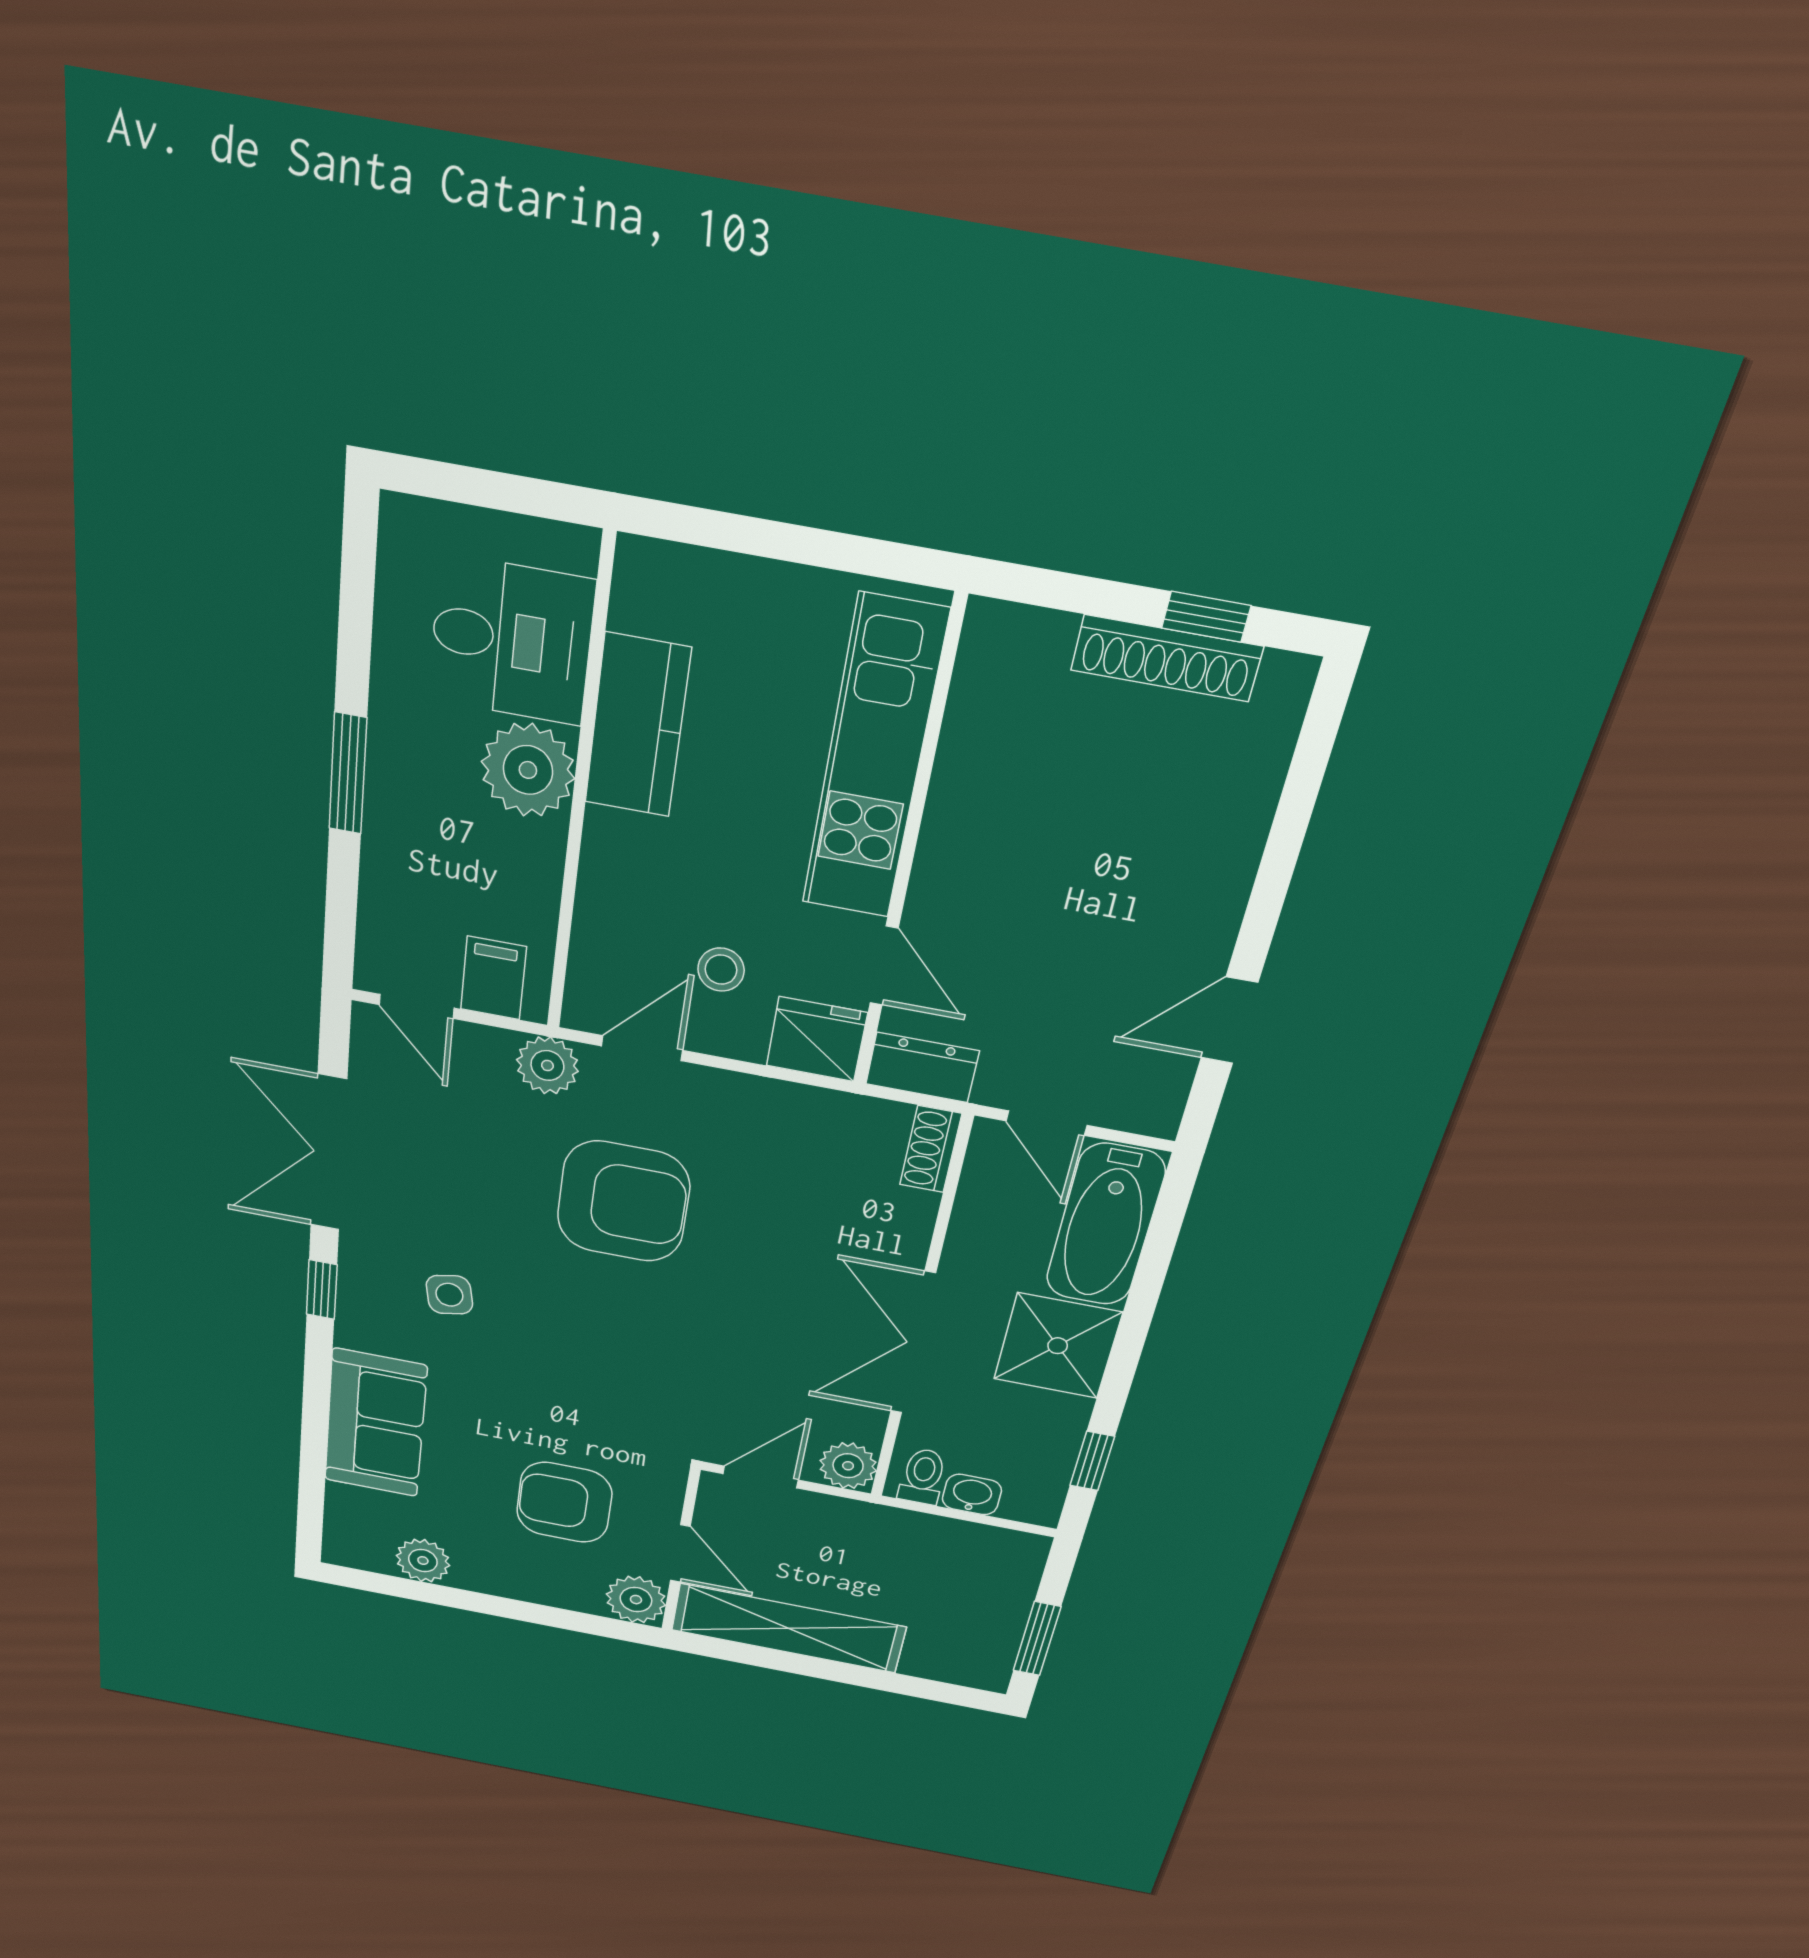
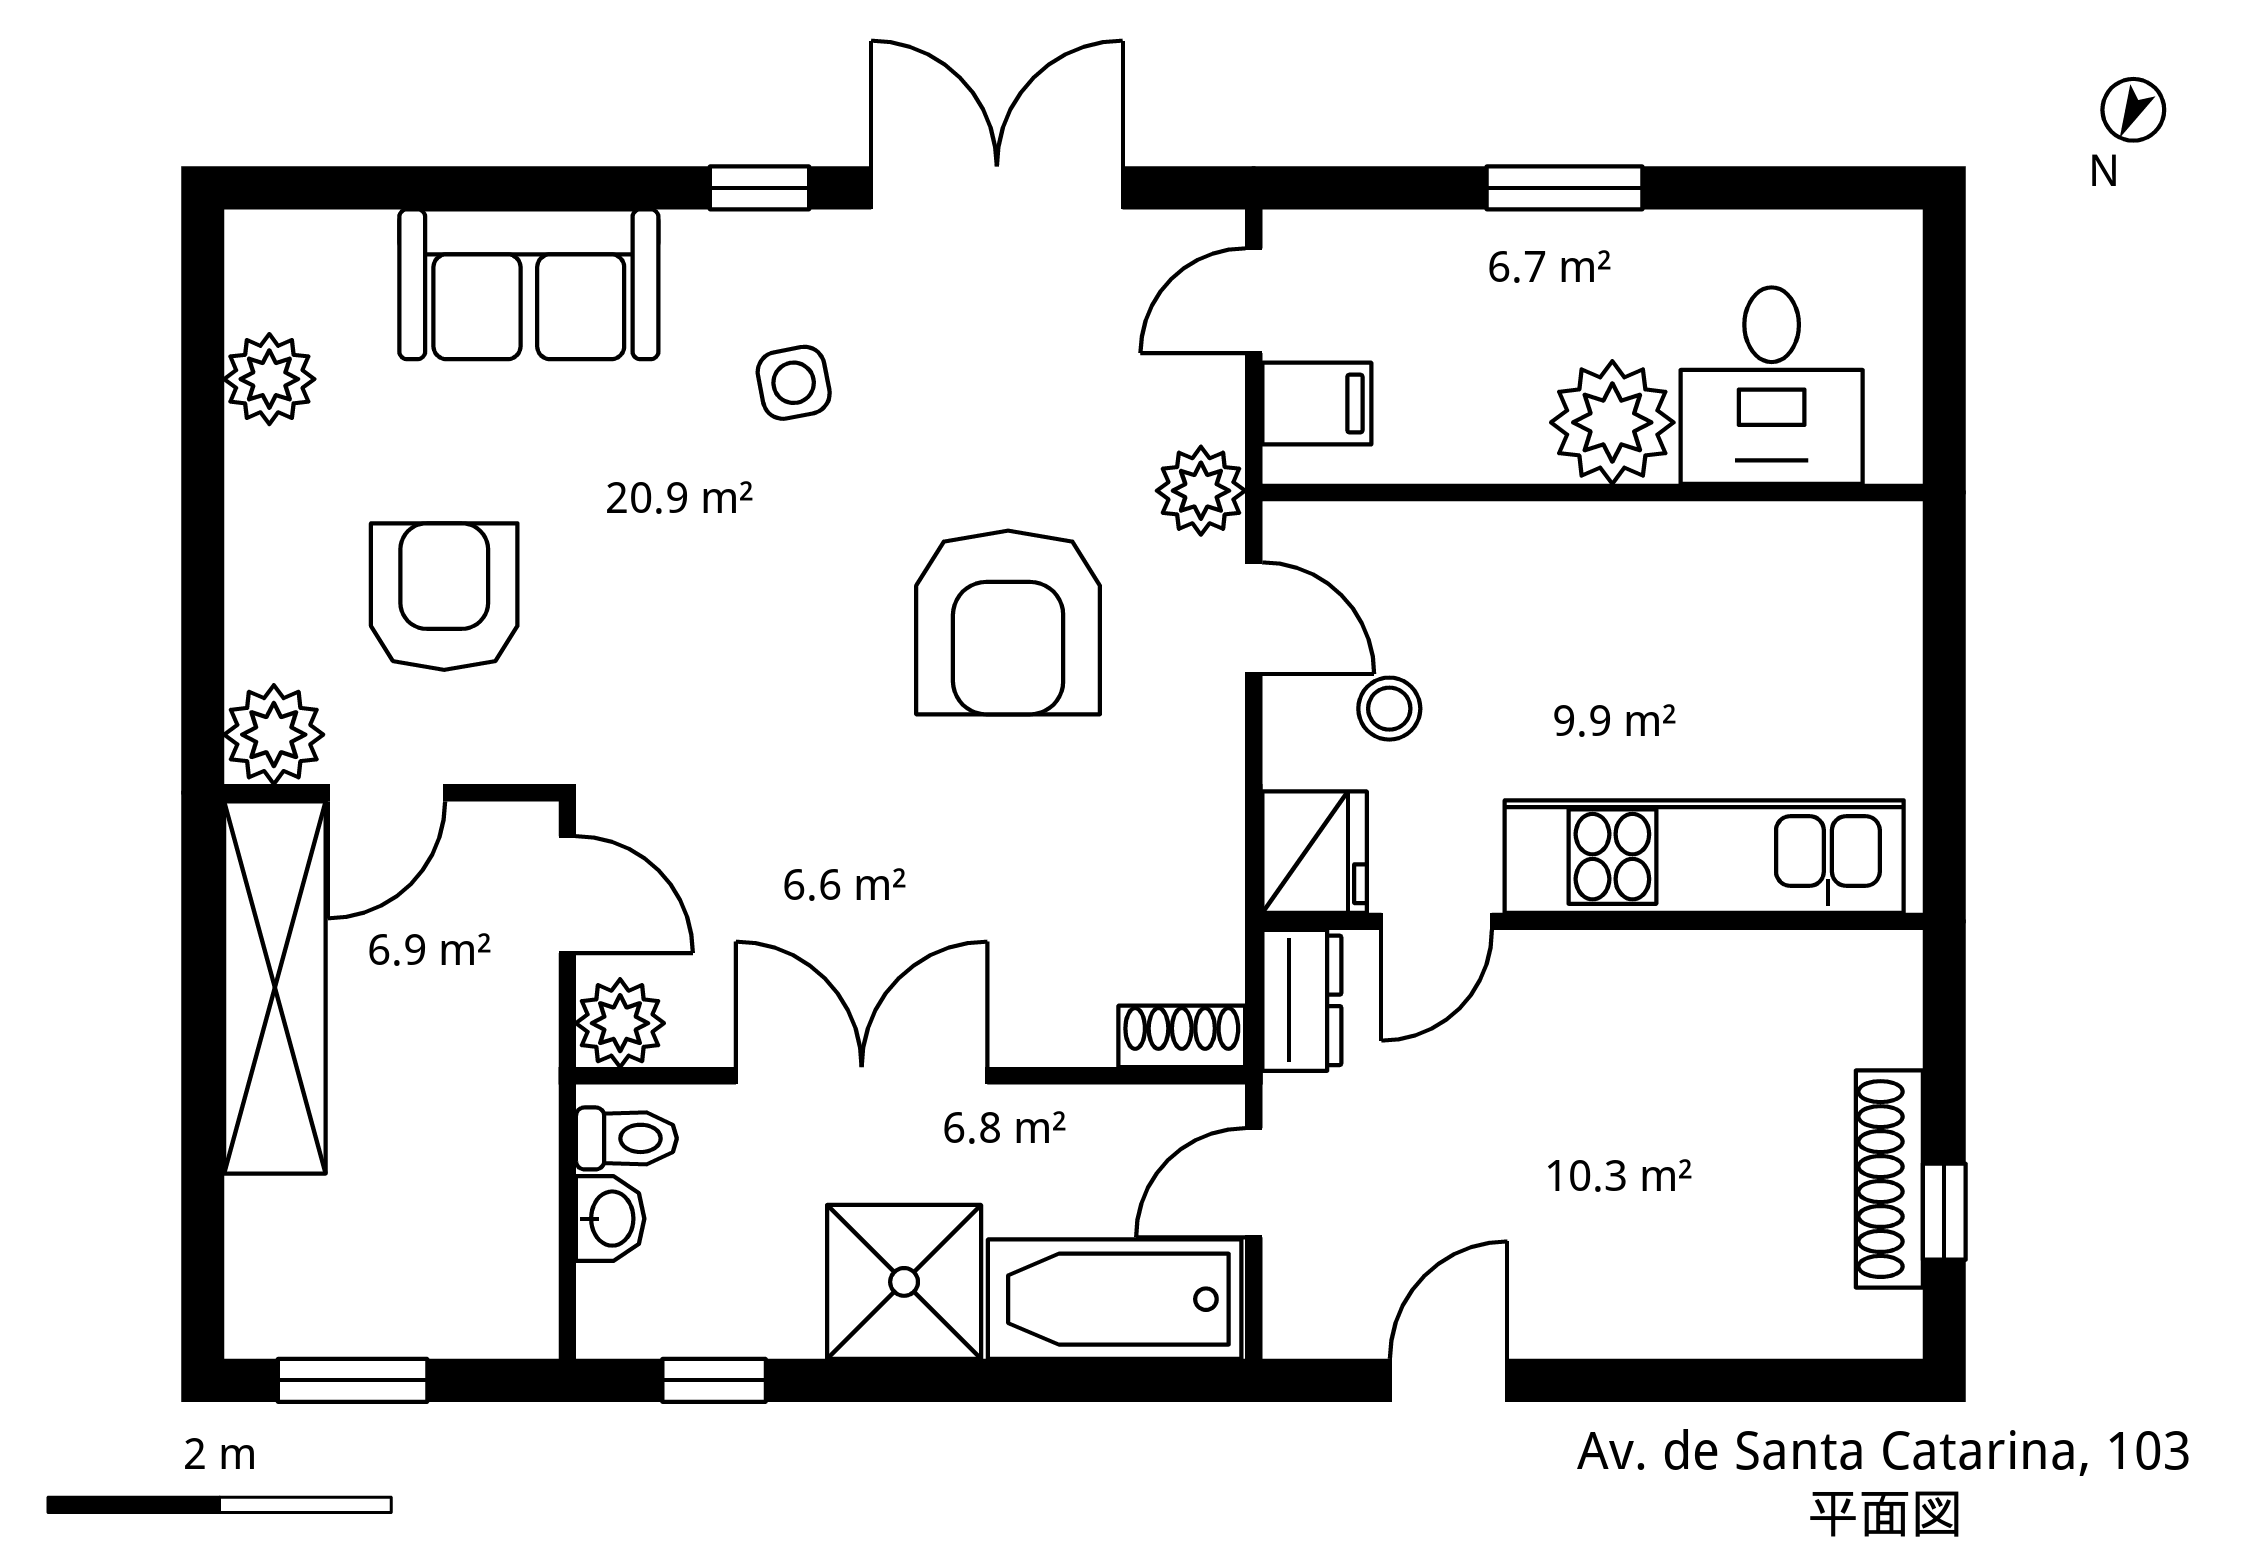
kitchen counter: (637, 726) -> (1694, 556), removed
door: (1229, 1020) -> (1449, 1380), hinge flipped

